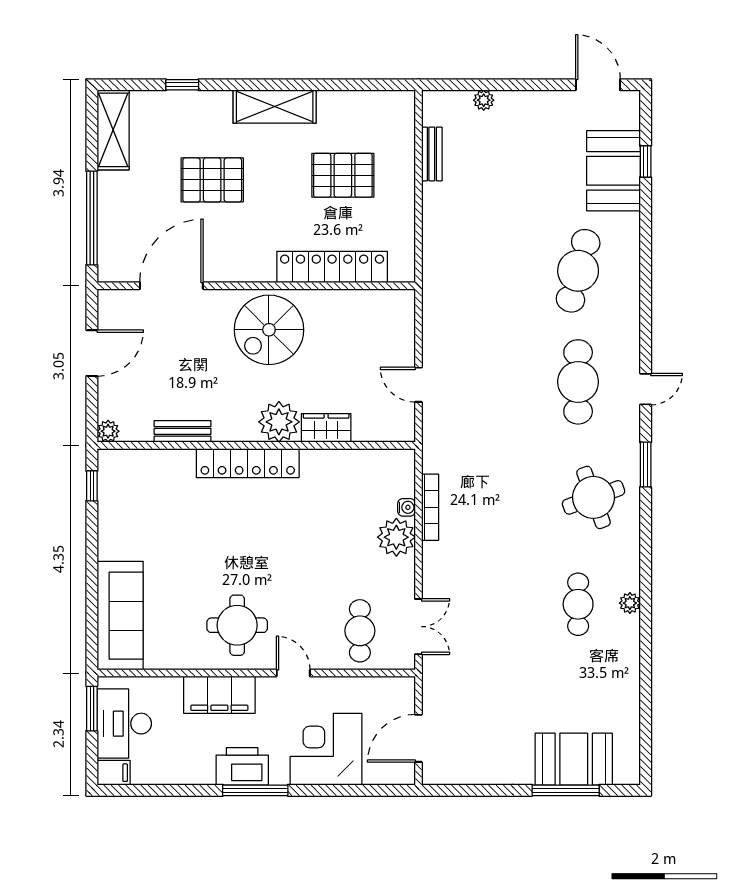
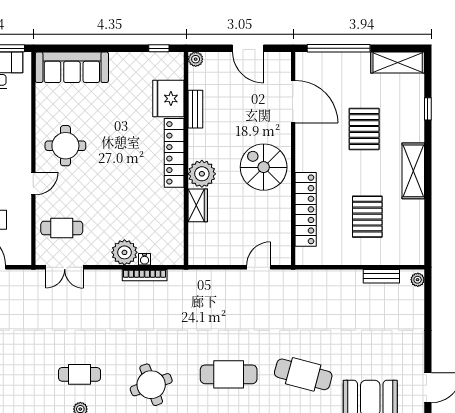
plant: (484, 100) -> (418, 280), moved
door: (418, 385) -> (259, 267), moved
fridge: (167, 472) -> (168, 99), added
filing cabinet: (219, 695) -> (19, 134), removed

